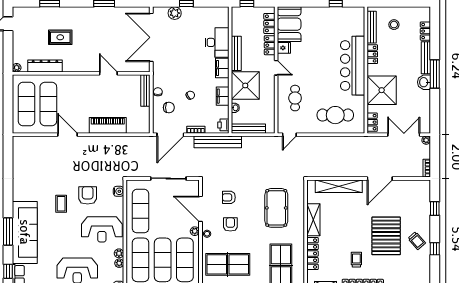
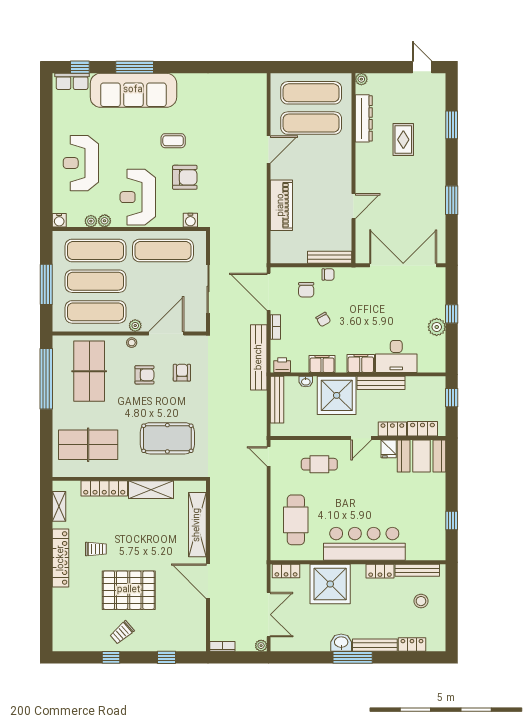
plant: (175, 13) -> (437, 327), moved

